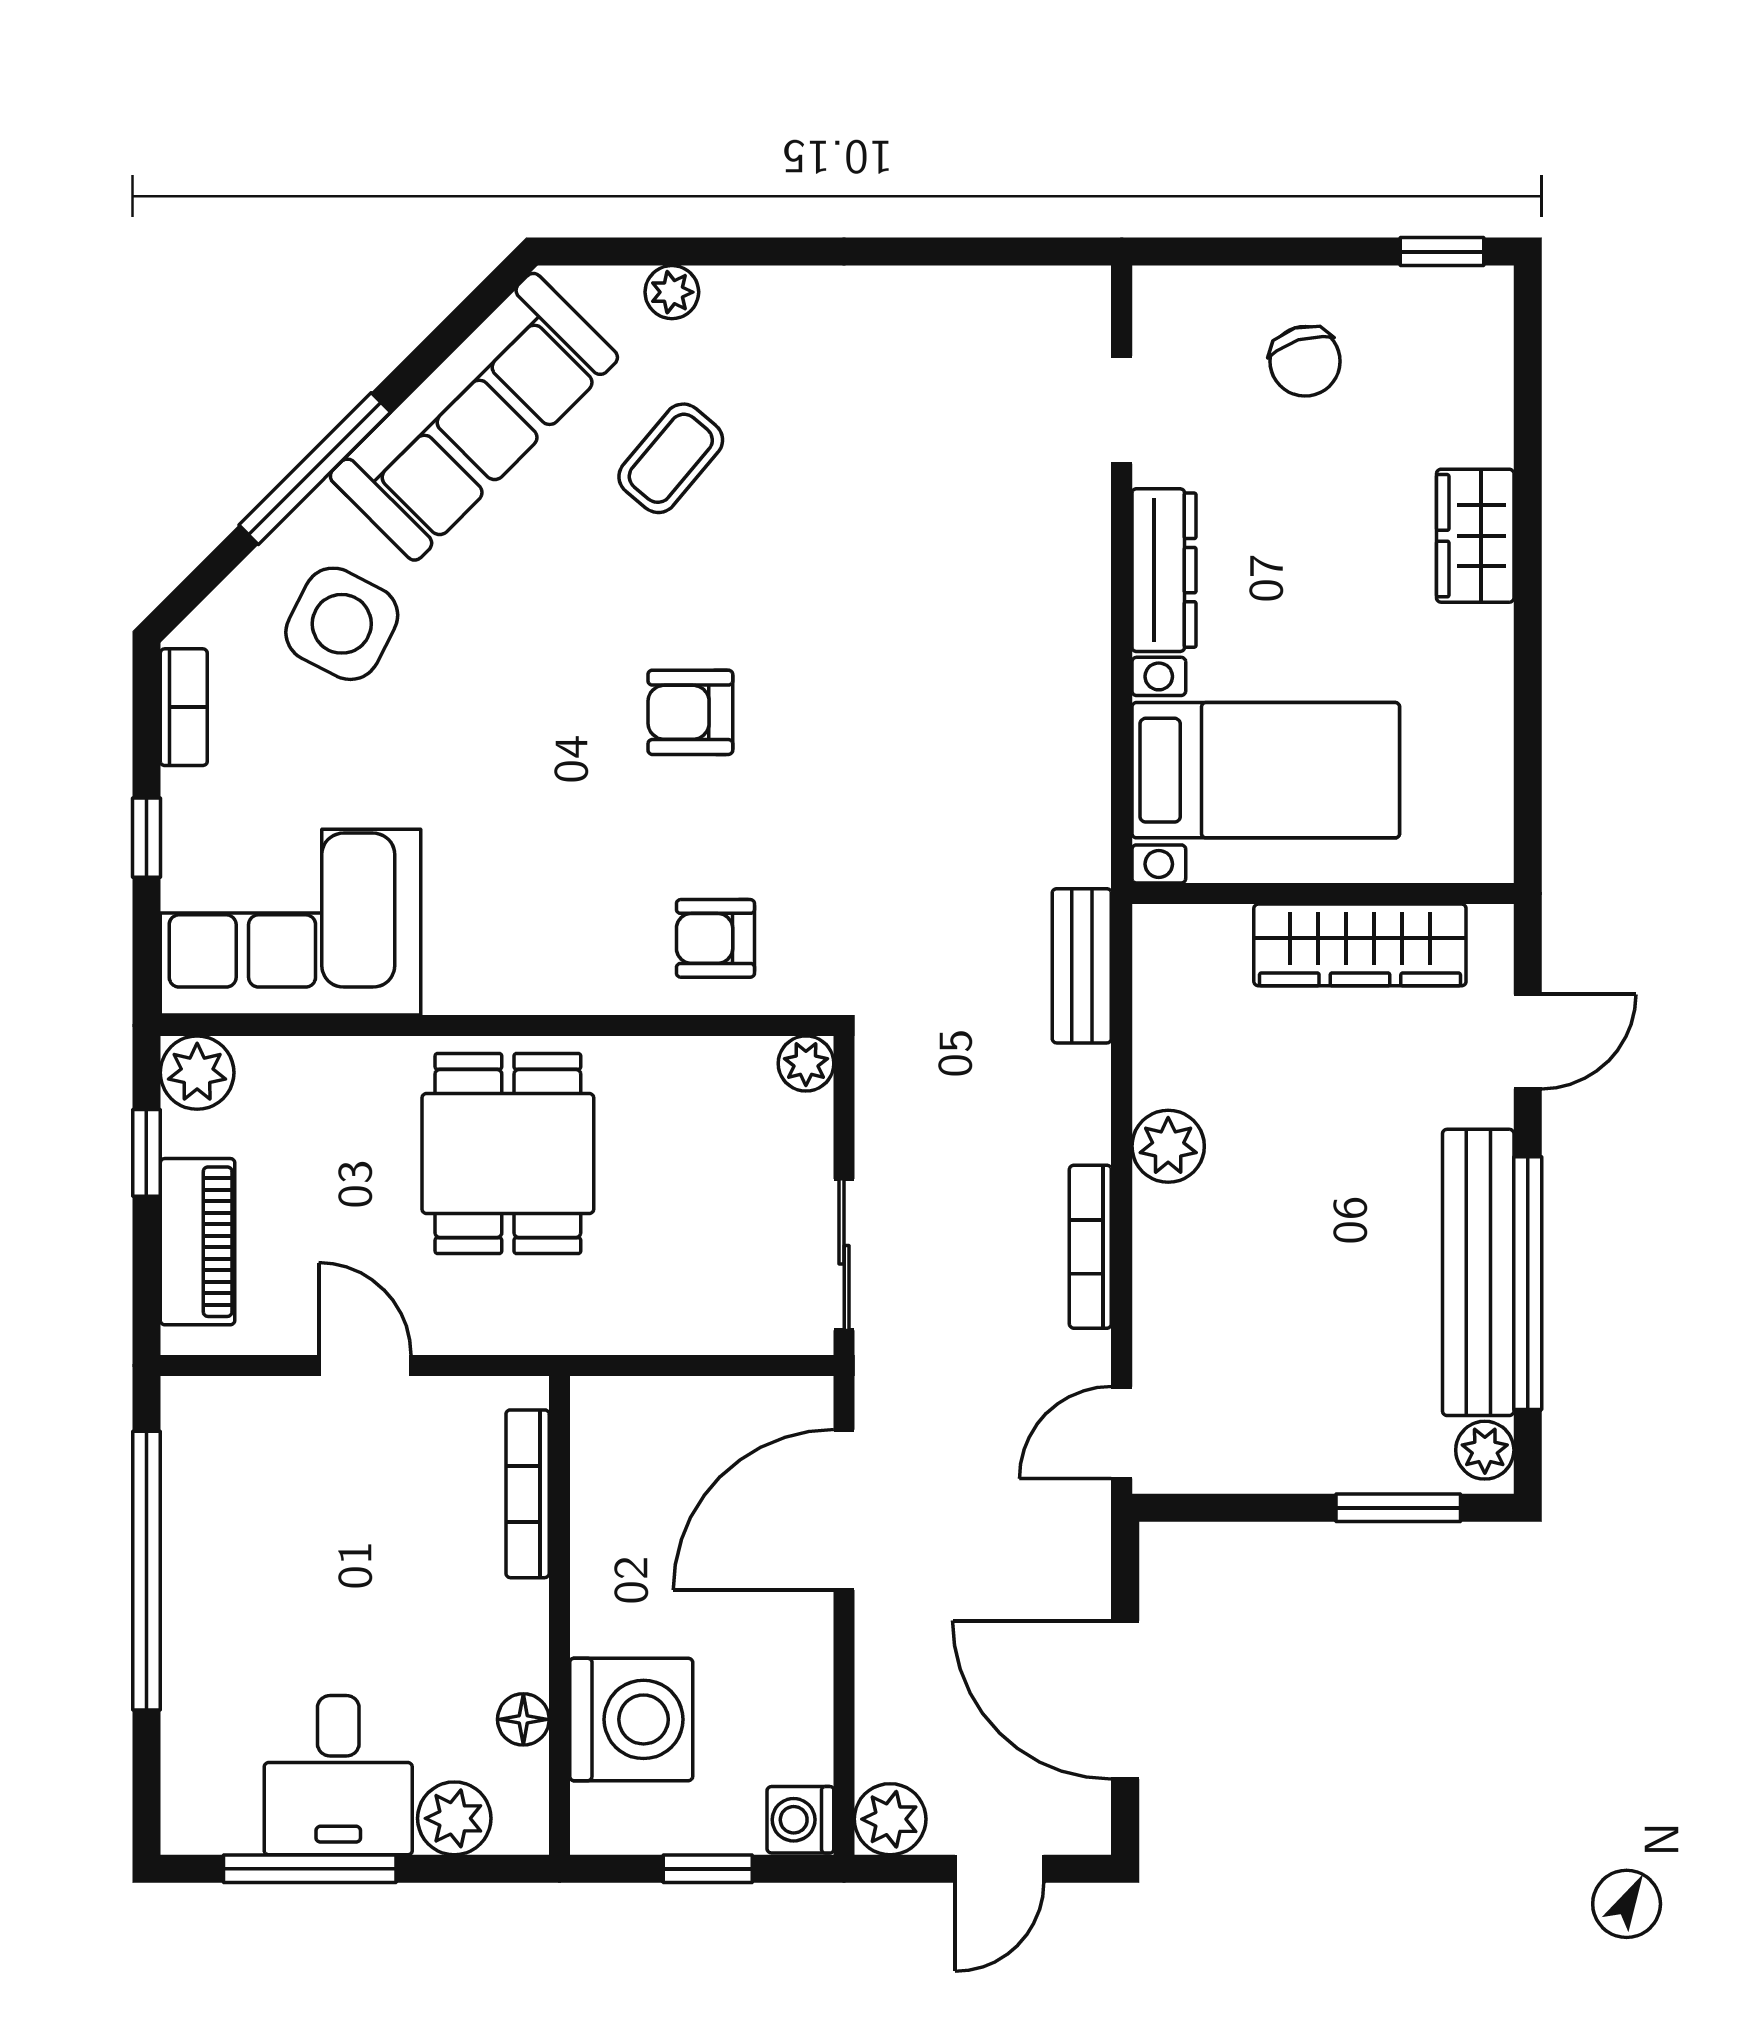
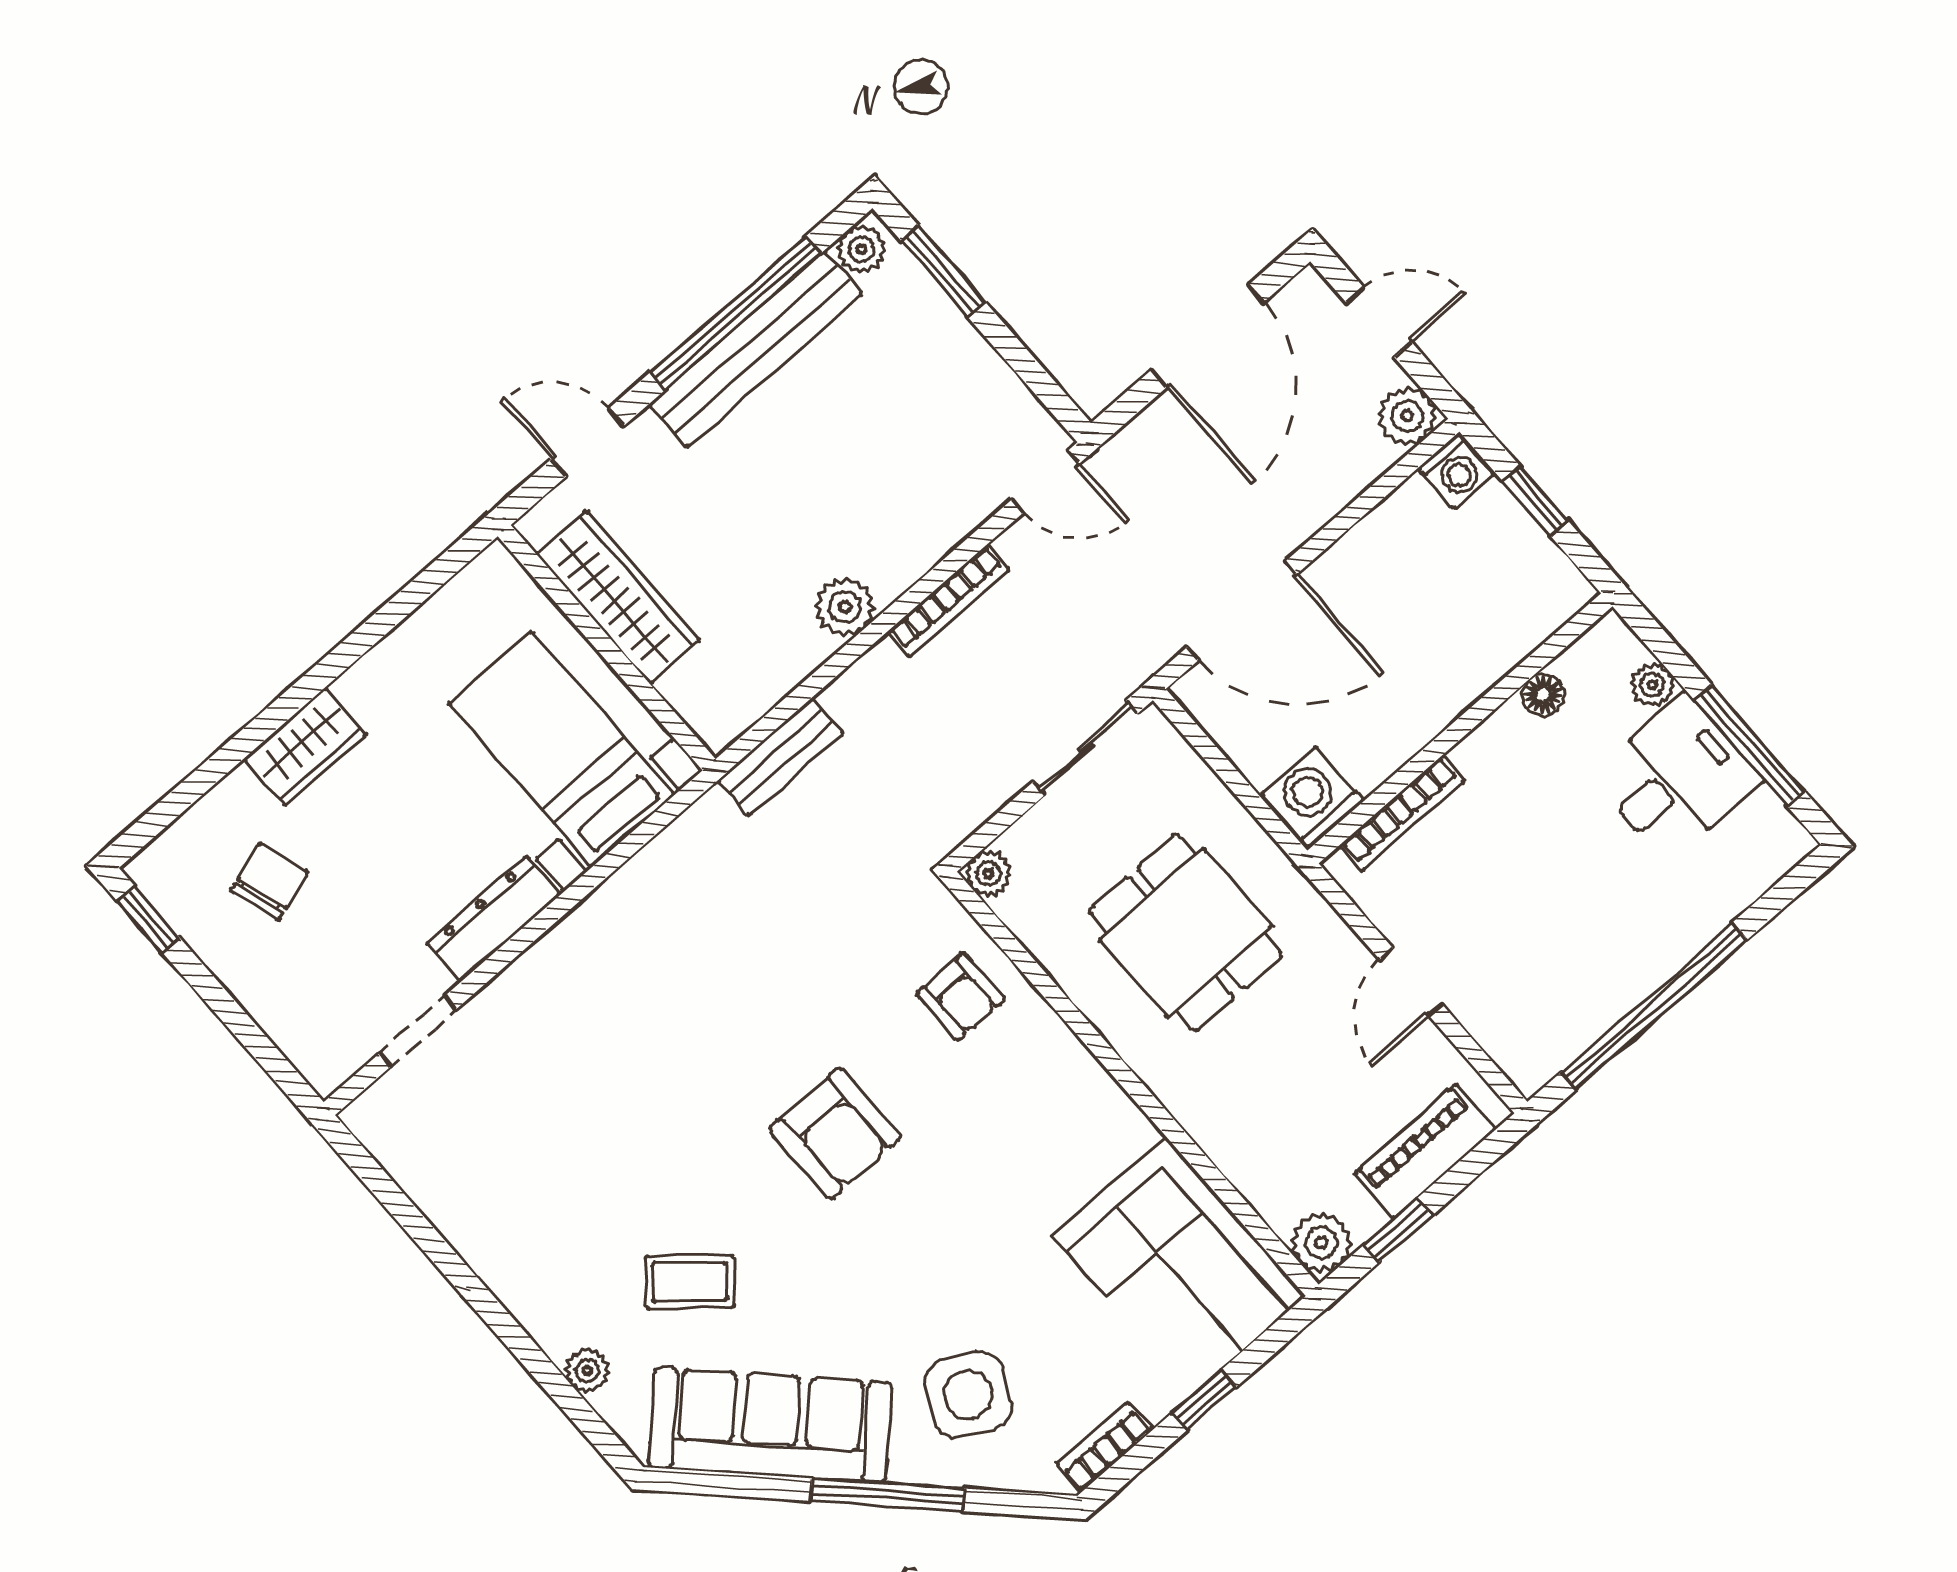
chair: (1305, 361) -> (269, 881), moved
armchair: (690, 712) -> (835, 1133), width x1.38, depth x1.38
dining table: (508, 1153) -> (1186, 933), moved, turned 90
washing machine: (631, 1719) -> (1313, 798), moved, width x0.73, depth x0.73
plant: (454, 1818) -> (1652, 685), width x0.73, depth x0.73

